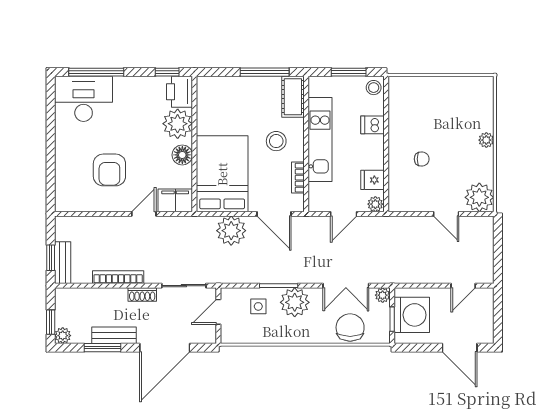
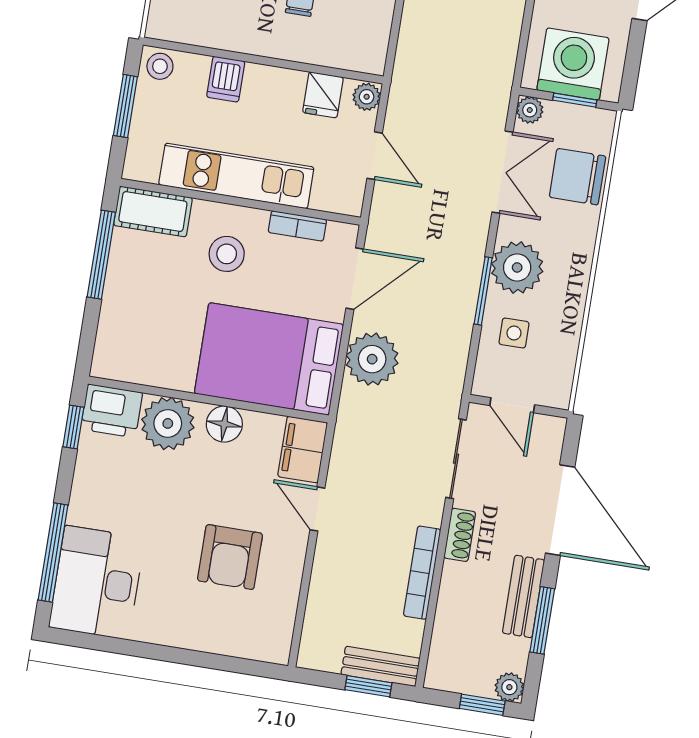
armchair: (109, 170) -> (230, 557), turned 90

